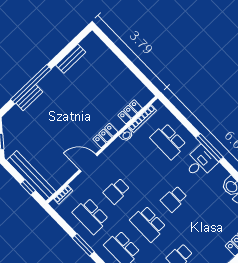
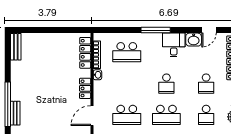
bench: (71, 59) -> (16, 47), moved
locker: (130, 112) -> (85, 53), width x1.53
desk: (200, 162) -> (174, 45), moved
school desk: (117, 191) -> (127, 115), width x1.85
school desk: (205, 232) -> (206, 84), added

